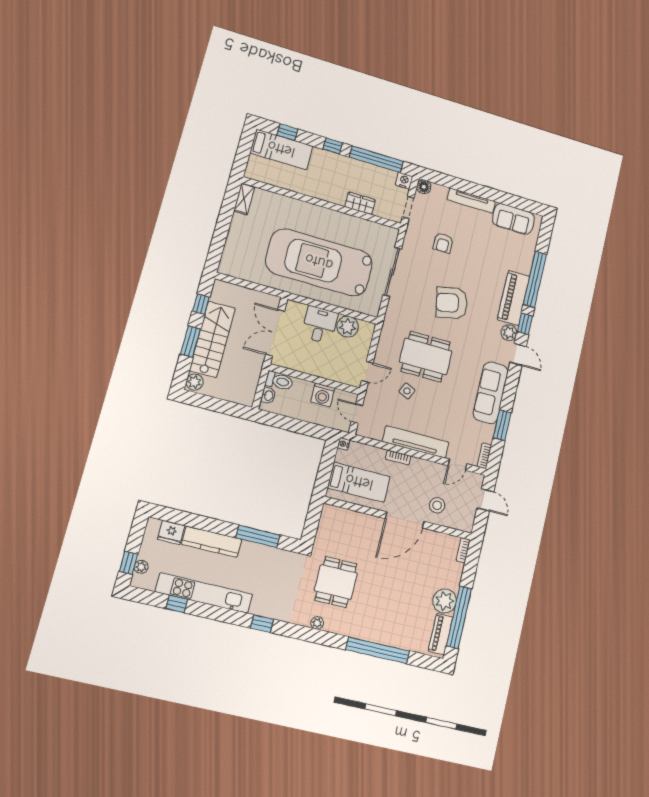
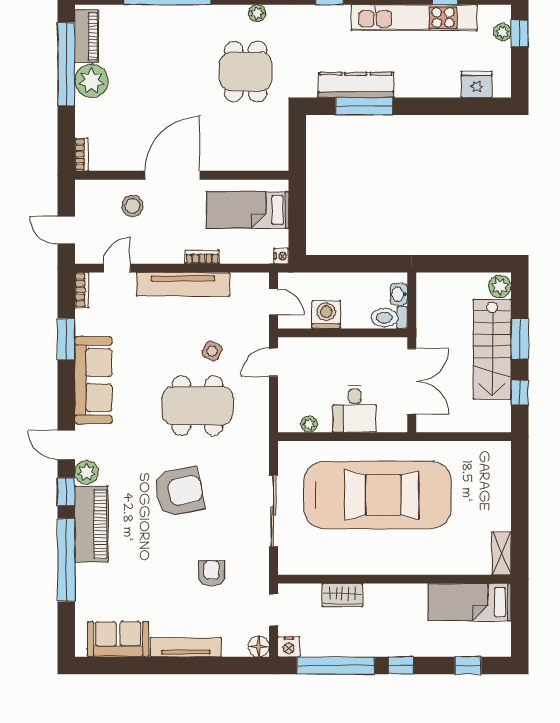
bed: (281, 149) -> (470, 602), moved
plant: (348, 327) -> (309, 424), width x0.53, depth x0.53
kitchen counter: (212, 542) -> (356, 85), moved

